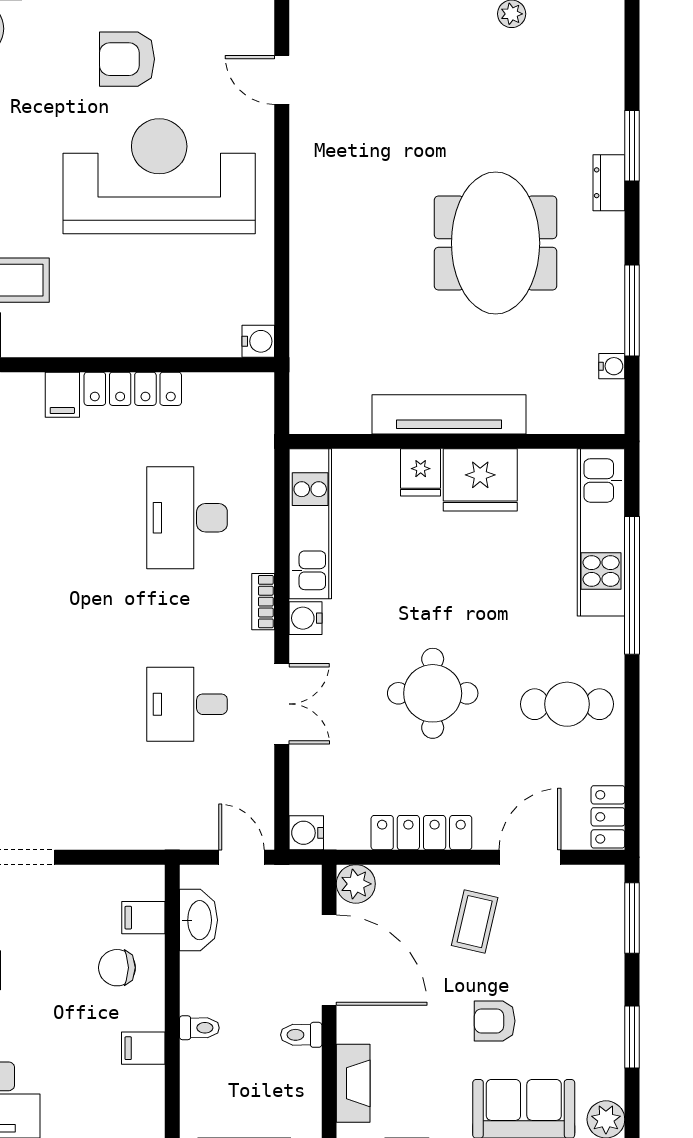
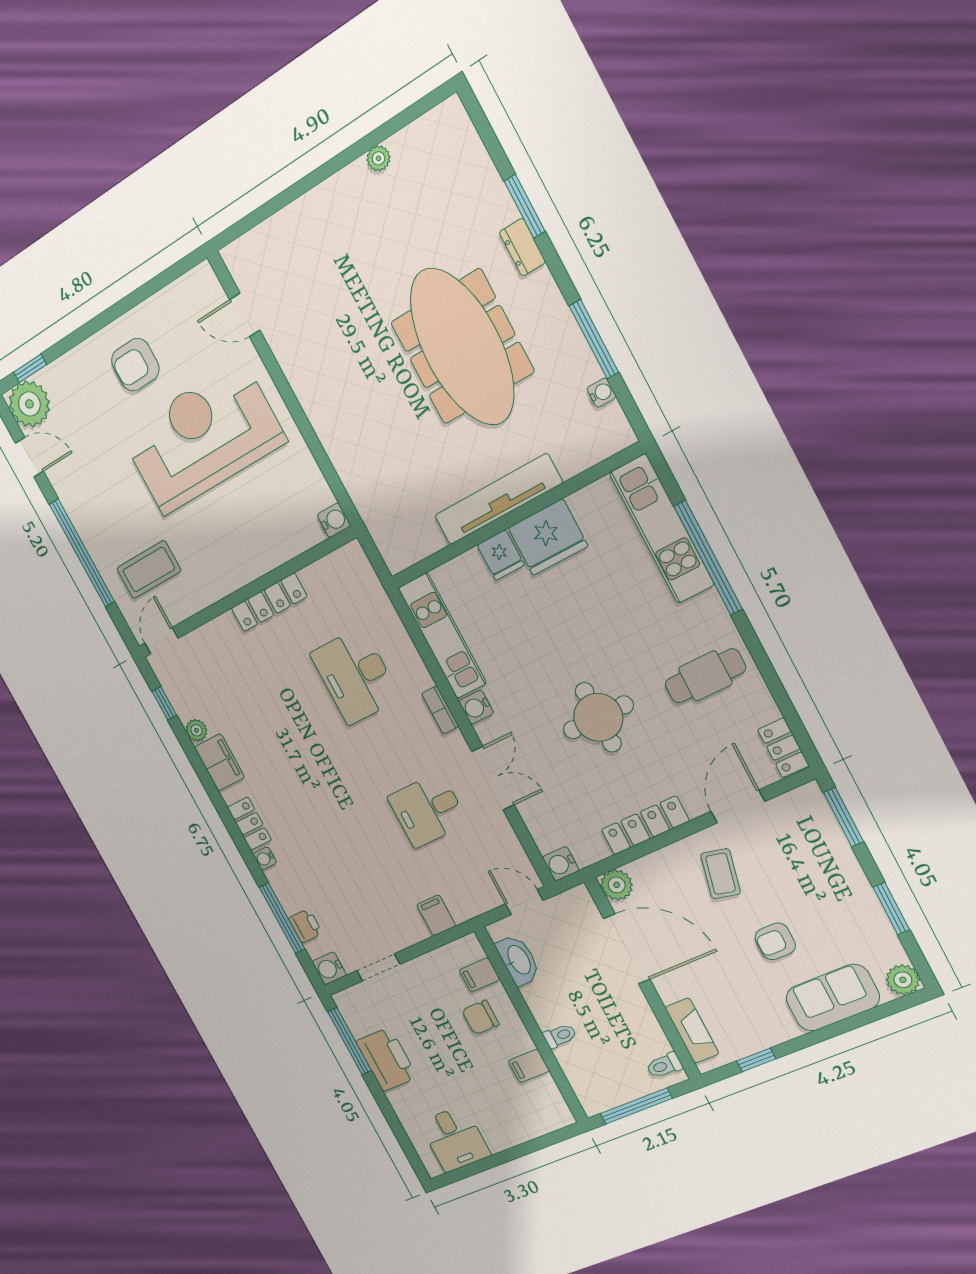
meeting table: (496, 243) -> (462, 347), width x1.36
filing cabinet: (62, 395) -> (436, 915), moved, turned 180
toilet: (301, 1035) -> (664, 1065), moved

